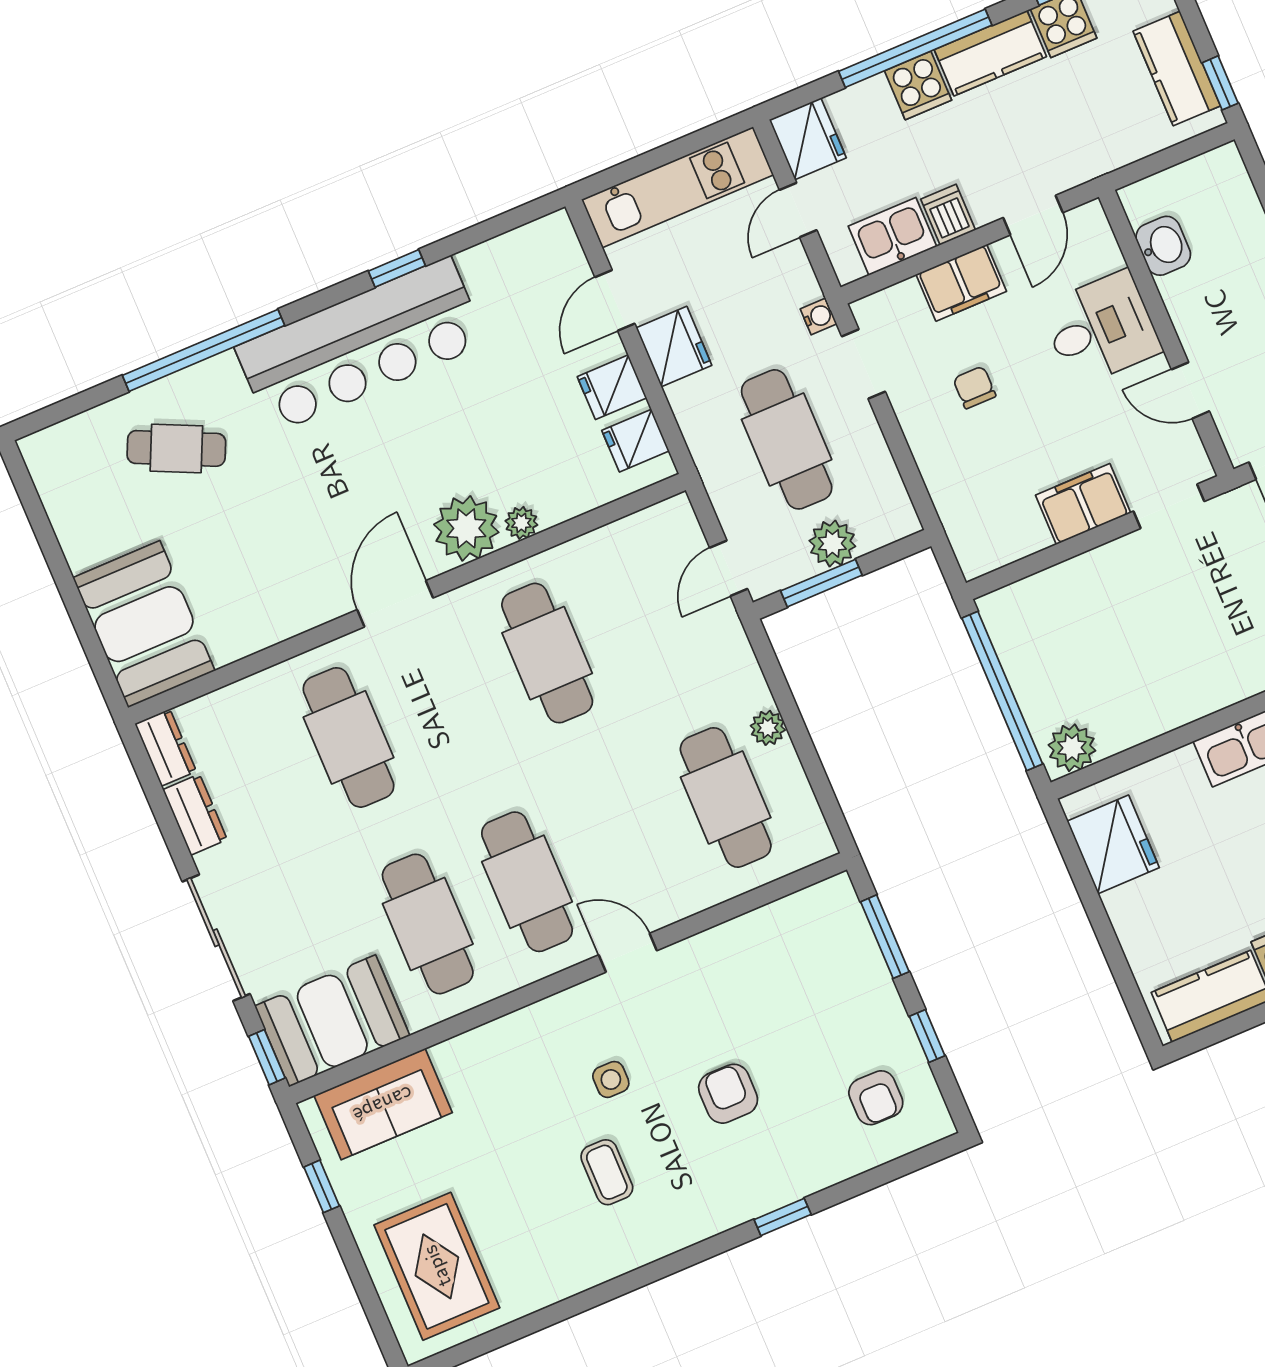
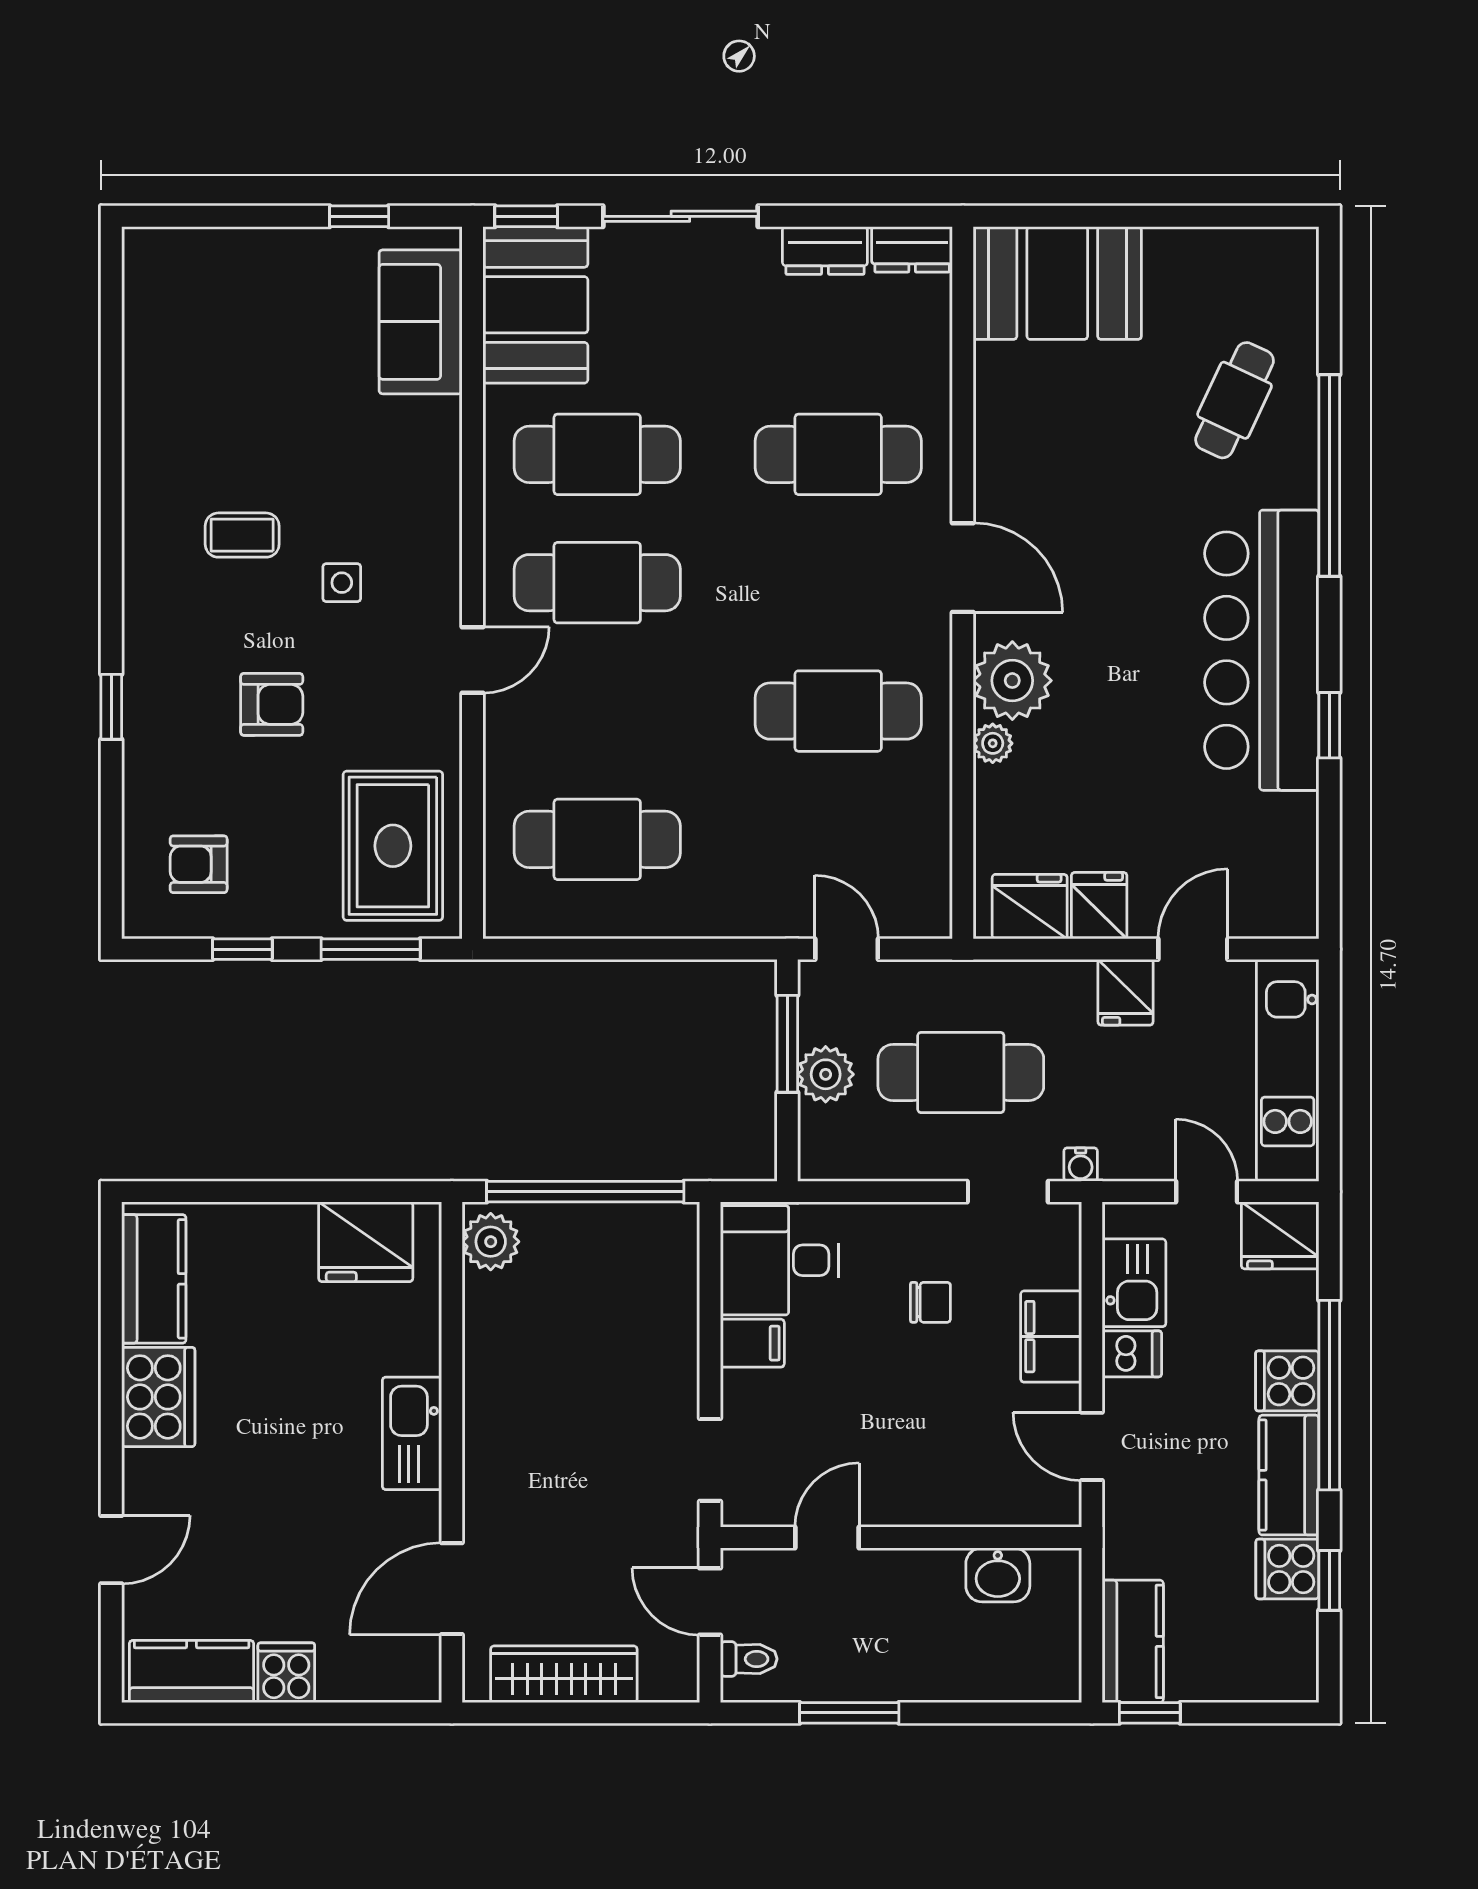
kitchen counter: (1177, 69) -> (1133, 1641), moved, turned 90
door: (615, 300) -> (1193, 949), hinge flipped
desk: (1101, 329) -> (779, 1260), moved, turned 90
fridge: (674, 347) -> (1125, 992), width x0.72
fridge: (636, 441) -> (1030, 907), width x1.38
filing cabinet: (1083, 504) -> (752, 1343), width x0.50
plant: (768, 728) -> (654, 918), removed
rug: (437, 1266) -> (393, 846), moved, turned 90

